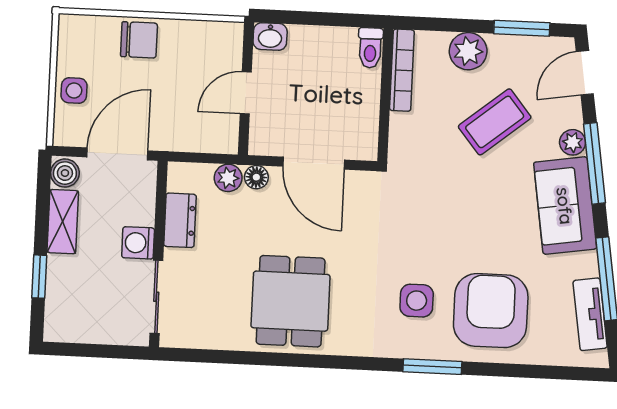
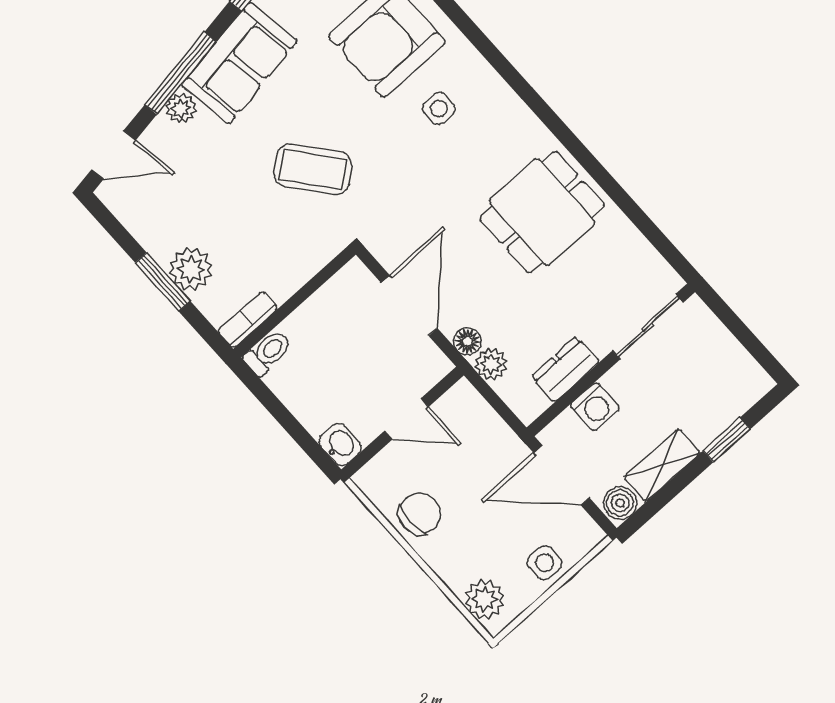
window: (522, 28) -> (163, 282), moved
plant: (88, 32) -> (485, 599), added
chair: (139, 40) -> (420, 513), moved, turned 90
bookcase: (402, 70) -> (248, 320), width x0.64
coffee table: (495, 122) -> (313, 169), moved
washing machine: (138, 243) -> (595, 407), moved
side table: (417, 301) -> (439, 108), width x0.73, depth x0.73
window: (432, 367) -> (481, 41), removed

